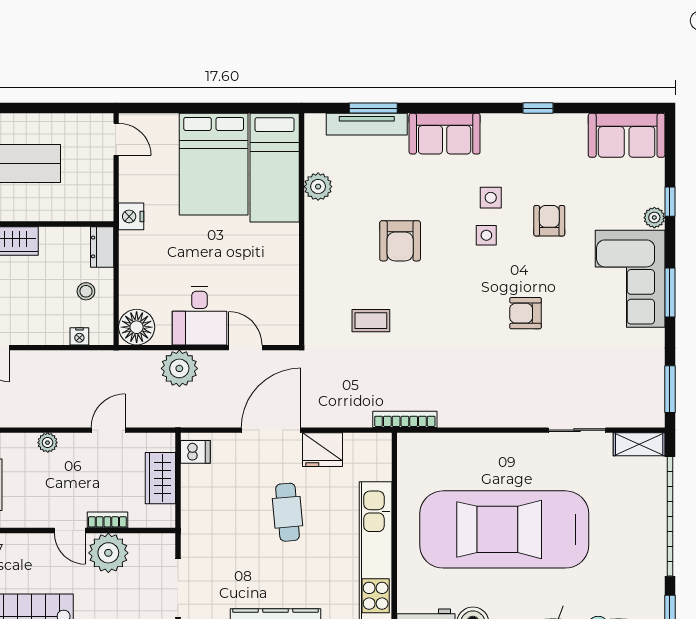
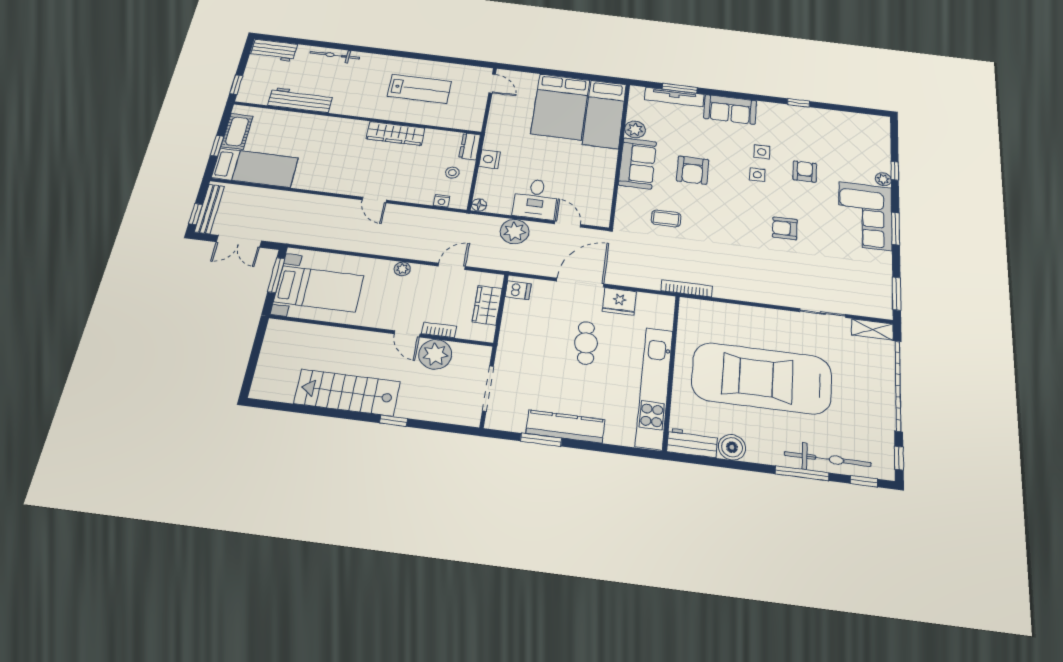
sofa: (627, 135) -> (637, 163), moved, turned -90
nightstand: (131, 216) -> (490, 159), moved
floor lamp: (137, 327) -> (479, 205), width x0.53, depth x0.53

